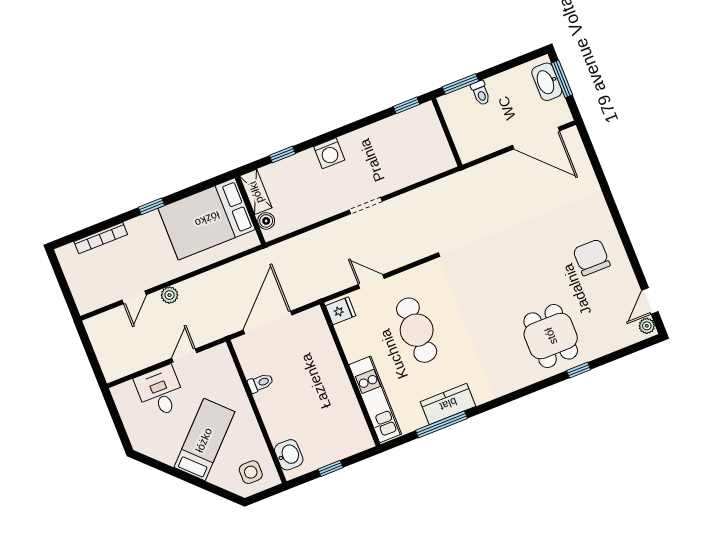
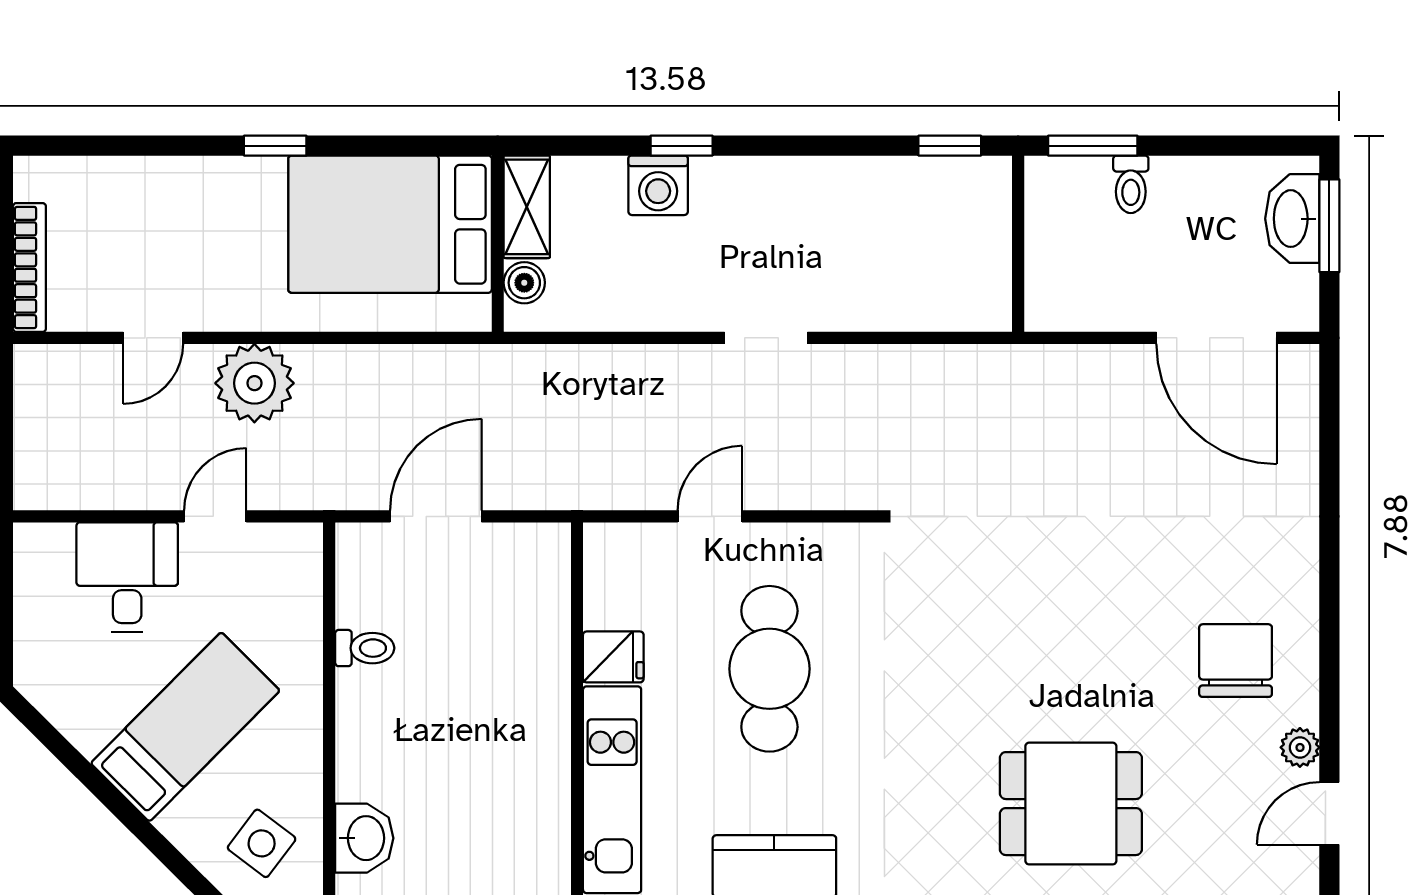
washing machine: (329, 153) -> (658, 185), moved
window: (282, 154) -> (682, 146), moved
bookcase: (101, 238) -> (29, 268), moved, turned -90
door: (371, 281) -> (710, 516), hinge flipped
plant: (170, 295) -> (254, 383), width x1.87, depth x1.87
fridge: (341, 311) -> (613, 657), moved
door: (268, 322) -> (436, 516), width x0.73
plant: (647, 326) -> (1300, 747), moved
dining table: (551, 336) -> (1071, 804), turned 90
side table: (251, 472) -> (262, 843), turned 37

